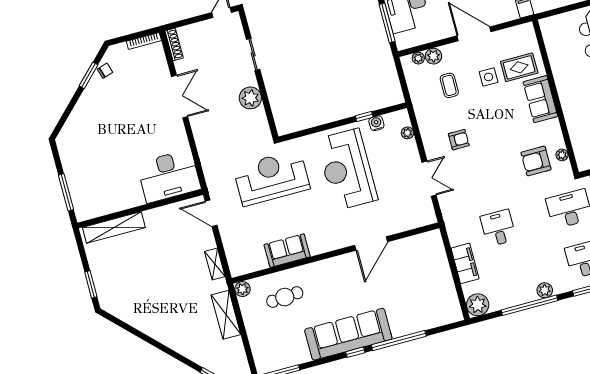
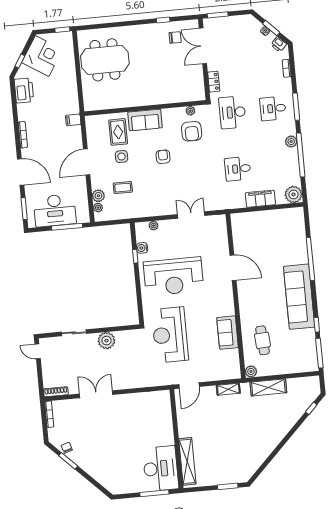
armchair: (459, 140) -> (163, 157), moved
desk: (169, 176) -> (161, 468), moved
window: (355, 352) -> (317, 325), moved

